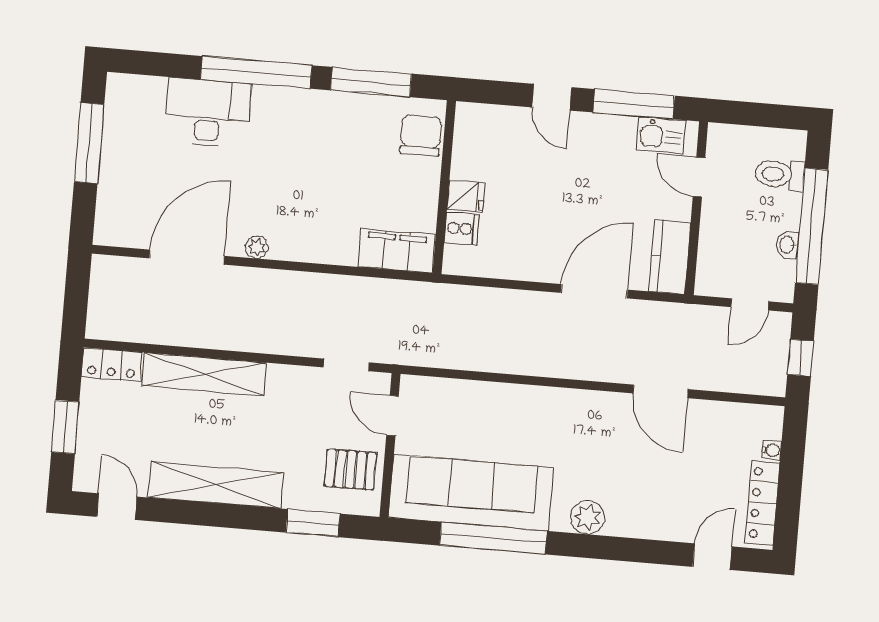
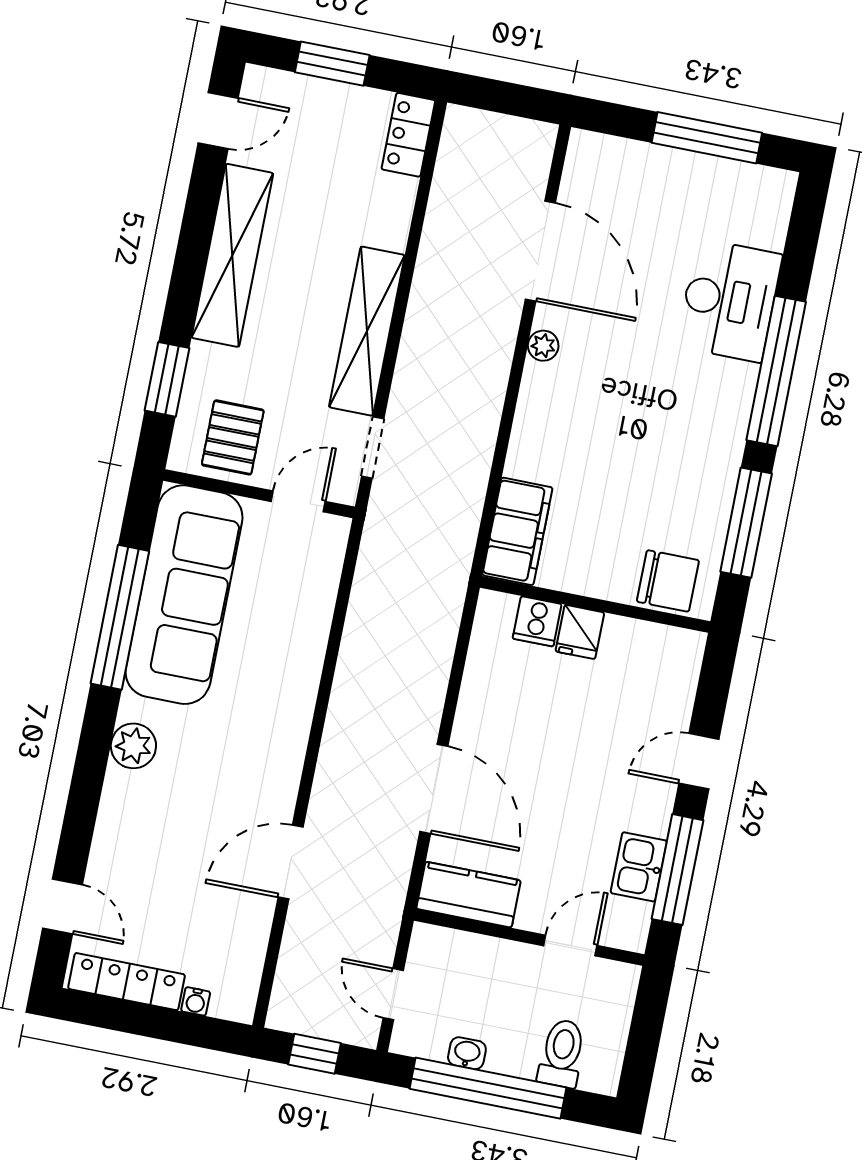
kitchen sink: (661, 135) -> (639, 867), moved
shelving: (204, 374) -> (367, 331), moved

